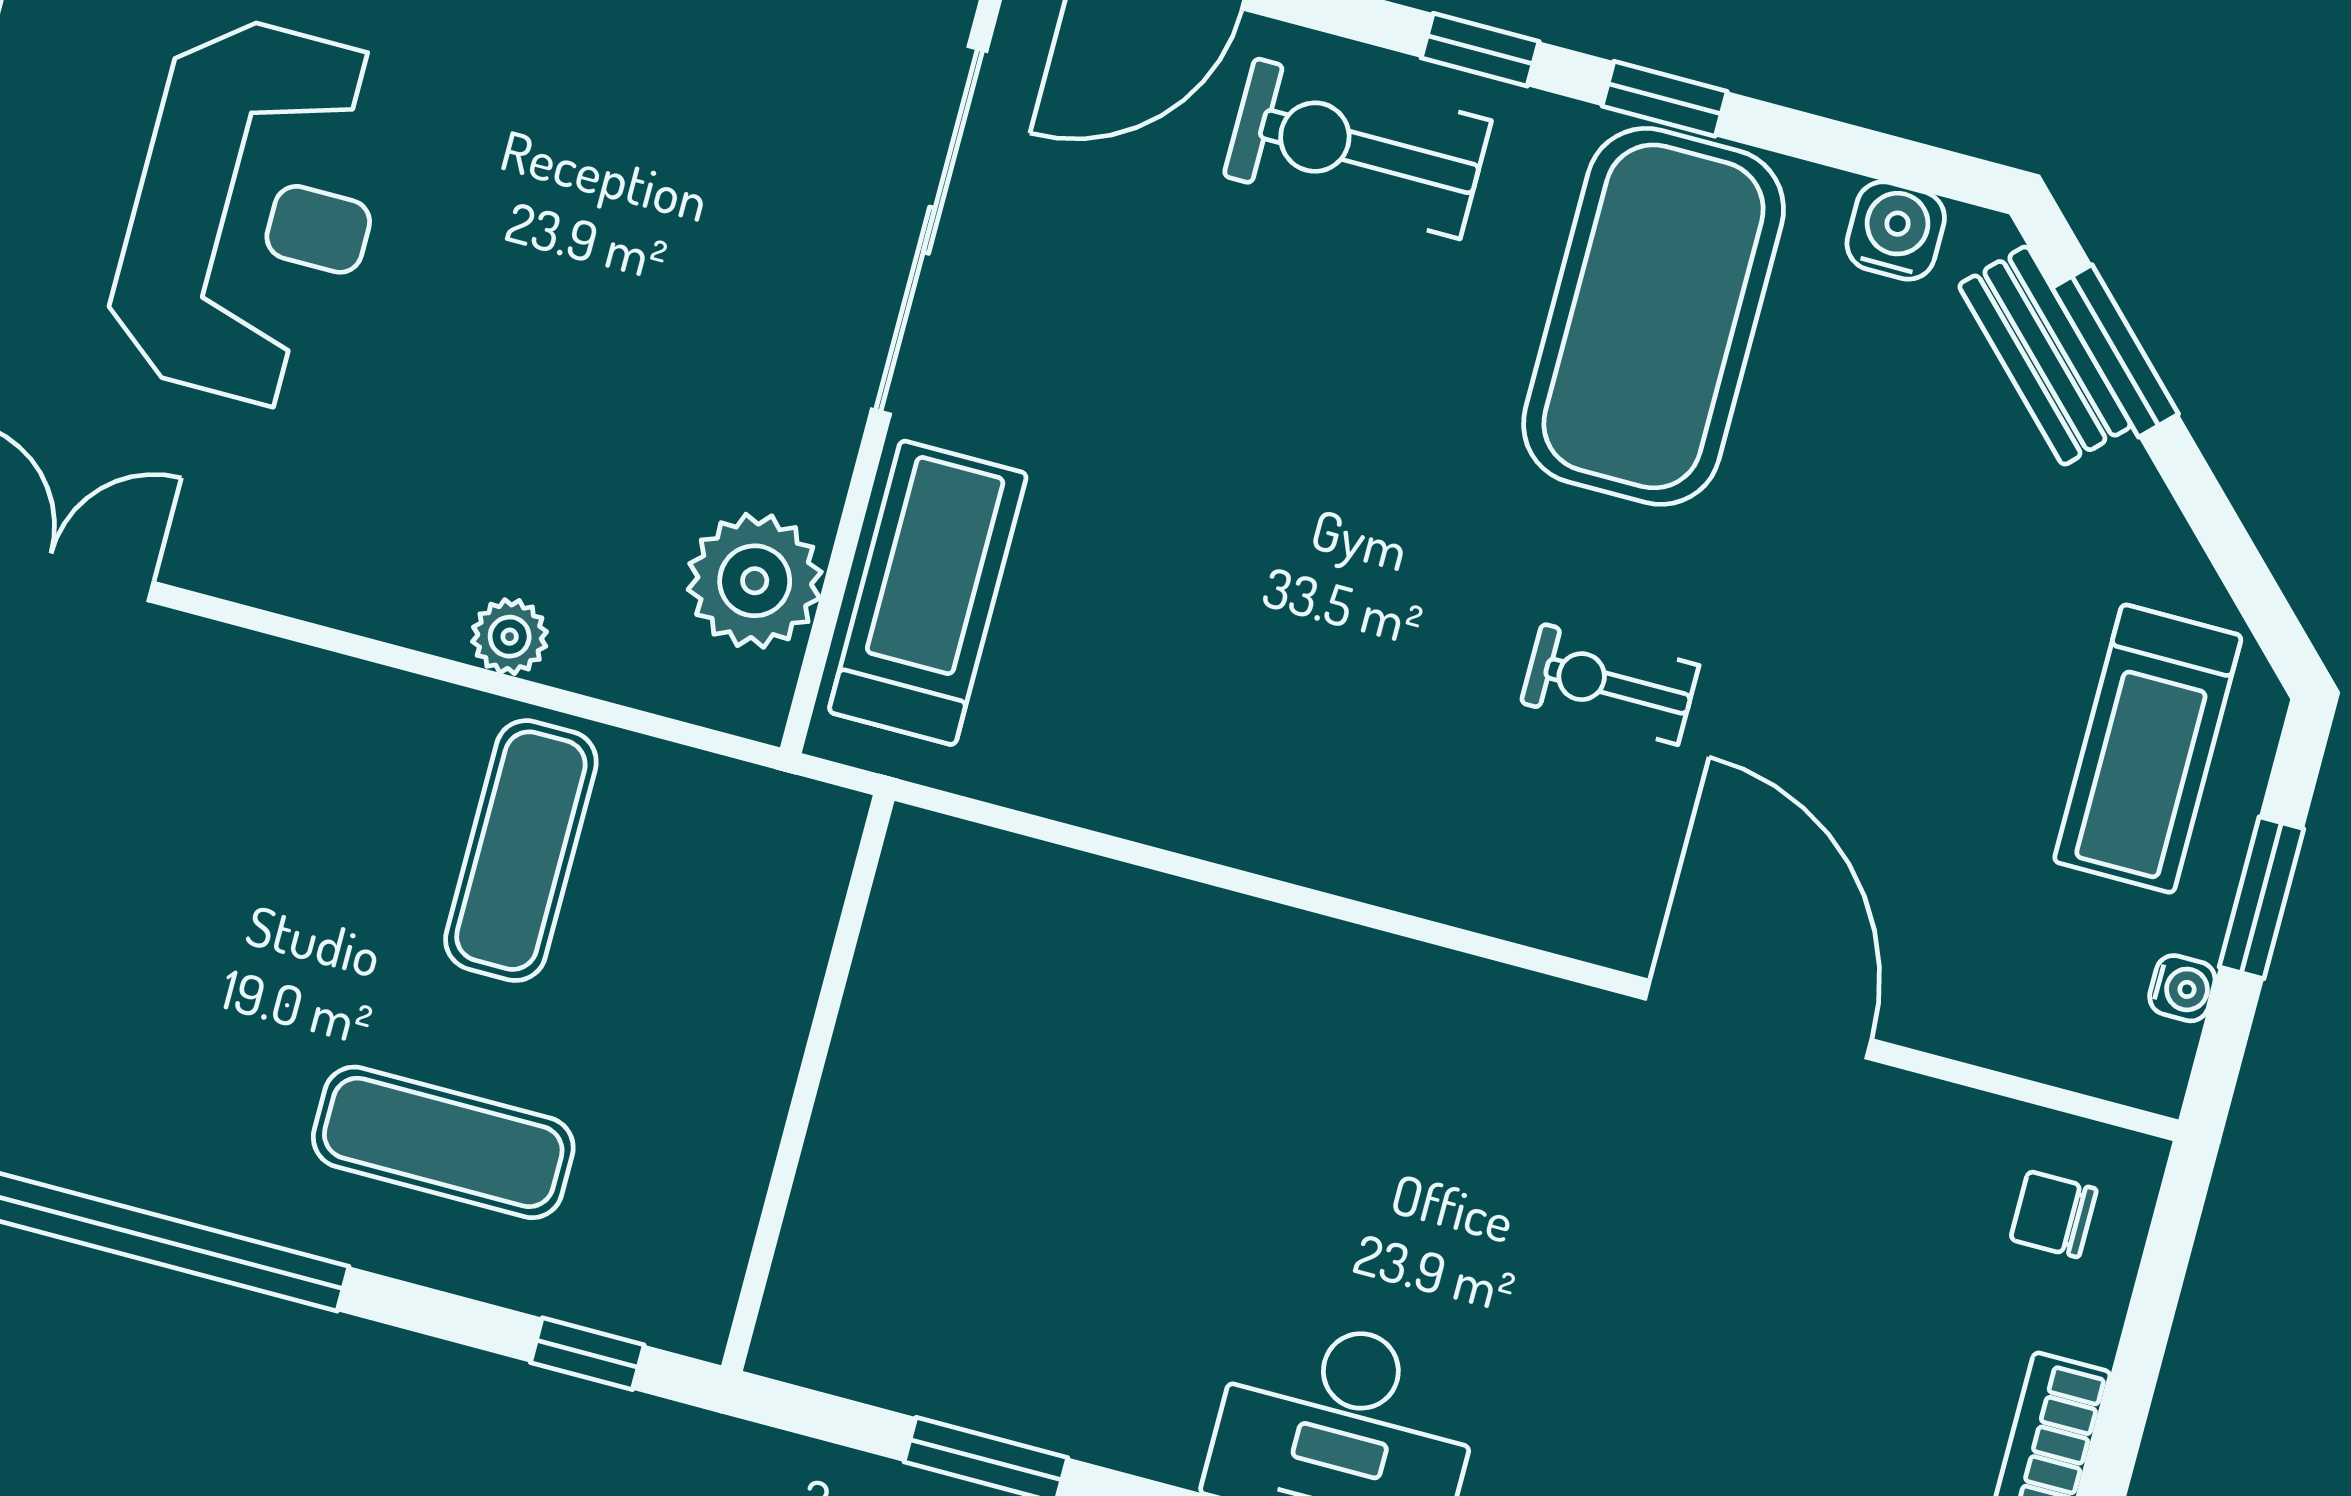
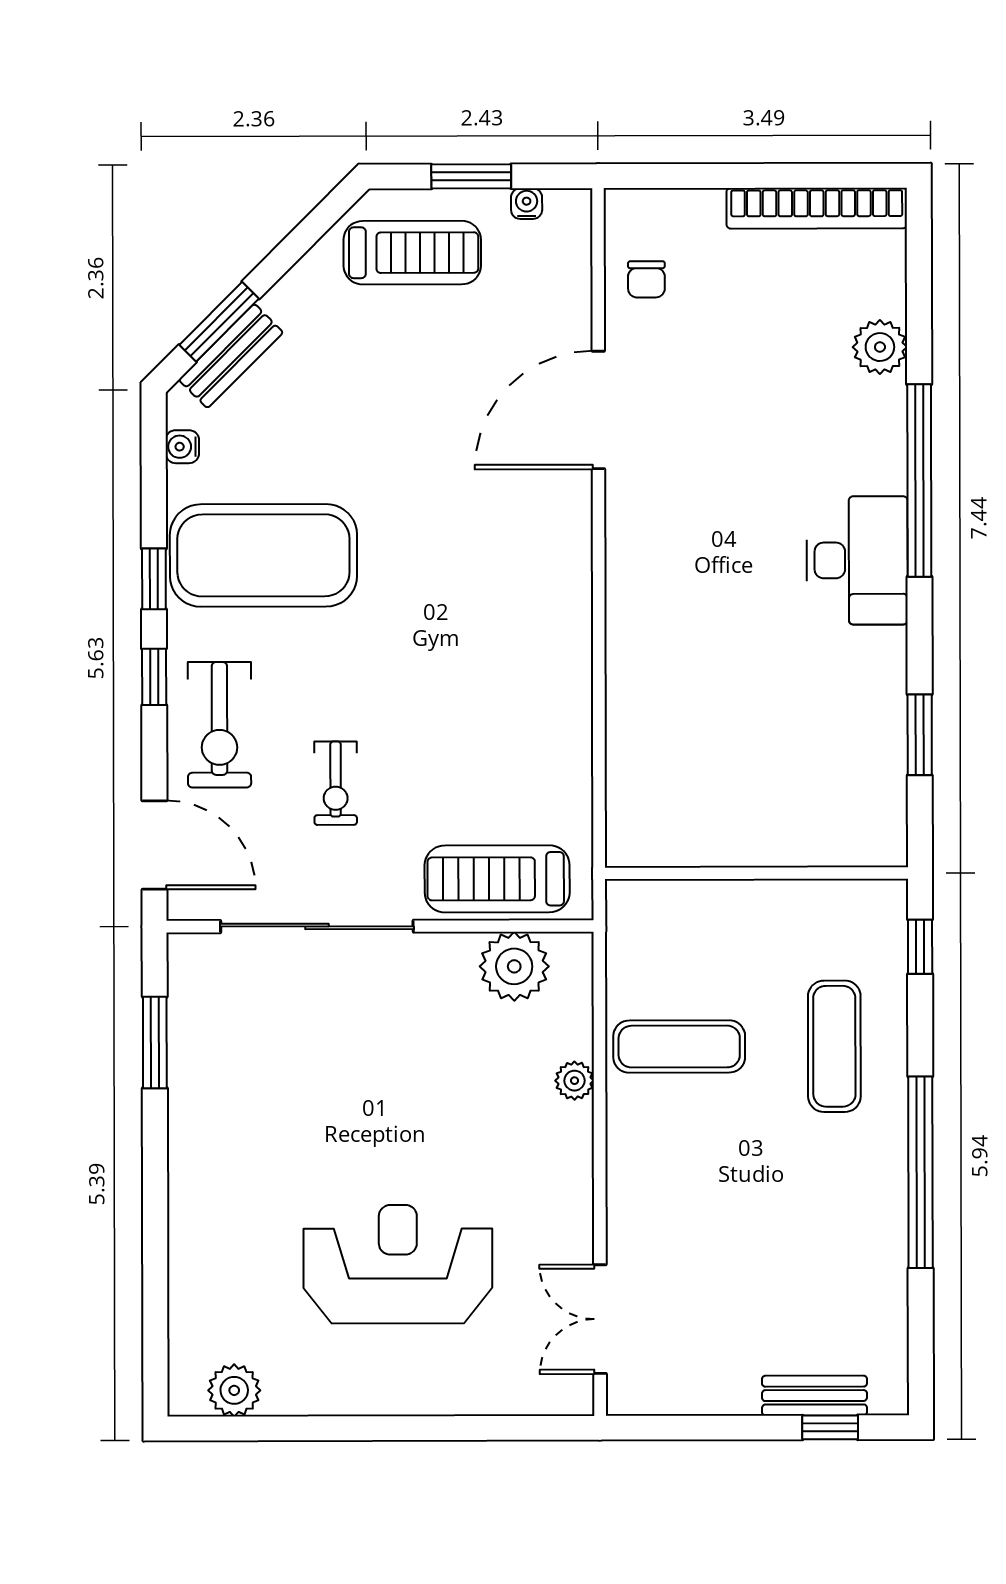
water cooler: (1896, 231) -> (182, 447), width x0.72, depth x0.72
exercise bike: (1610, 684) -> (336, 783), moved
chair: (2053, 1214) -> (646, 279), moved

